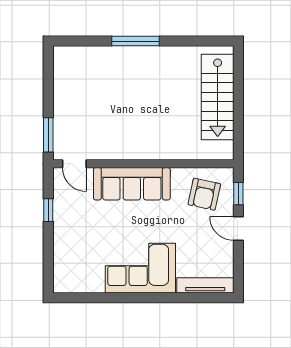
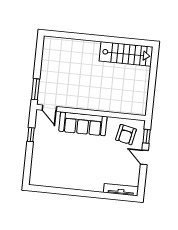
window: (135, 41) -> (94, 38), removed
stairs: (218, 97) -> (126, 54), moved, turned -90
corner sofa: (140, 268) -> (83, 175), removed

